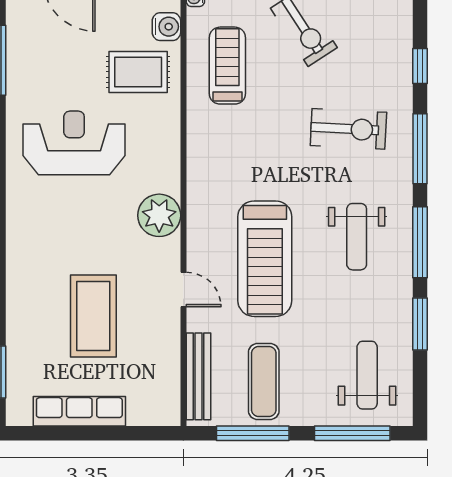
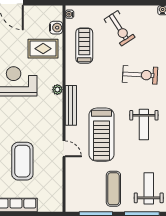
plant: (159, 215) -> (57, 90), moved, width x0.53, depth x0.53
bench: (198, 376) -> (71, 105), moved
exercise mat: (264, 382) -> (113, 189), moved

